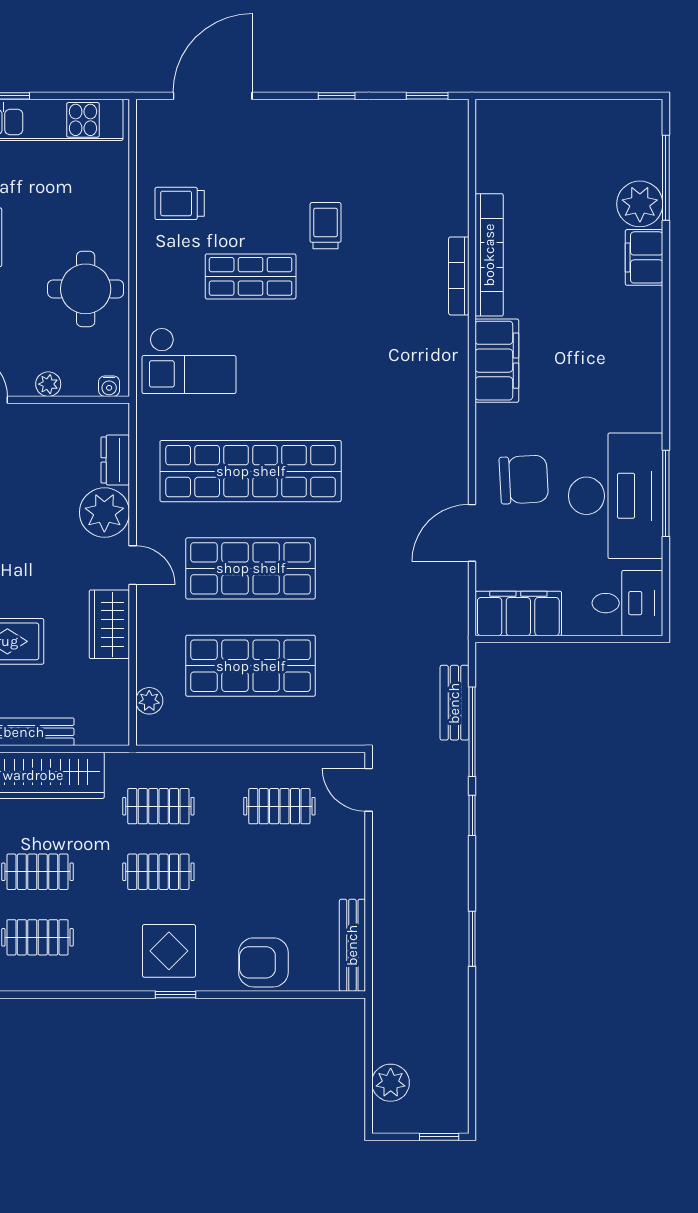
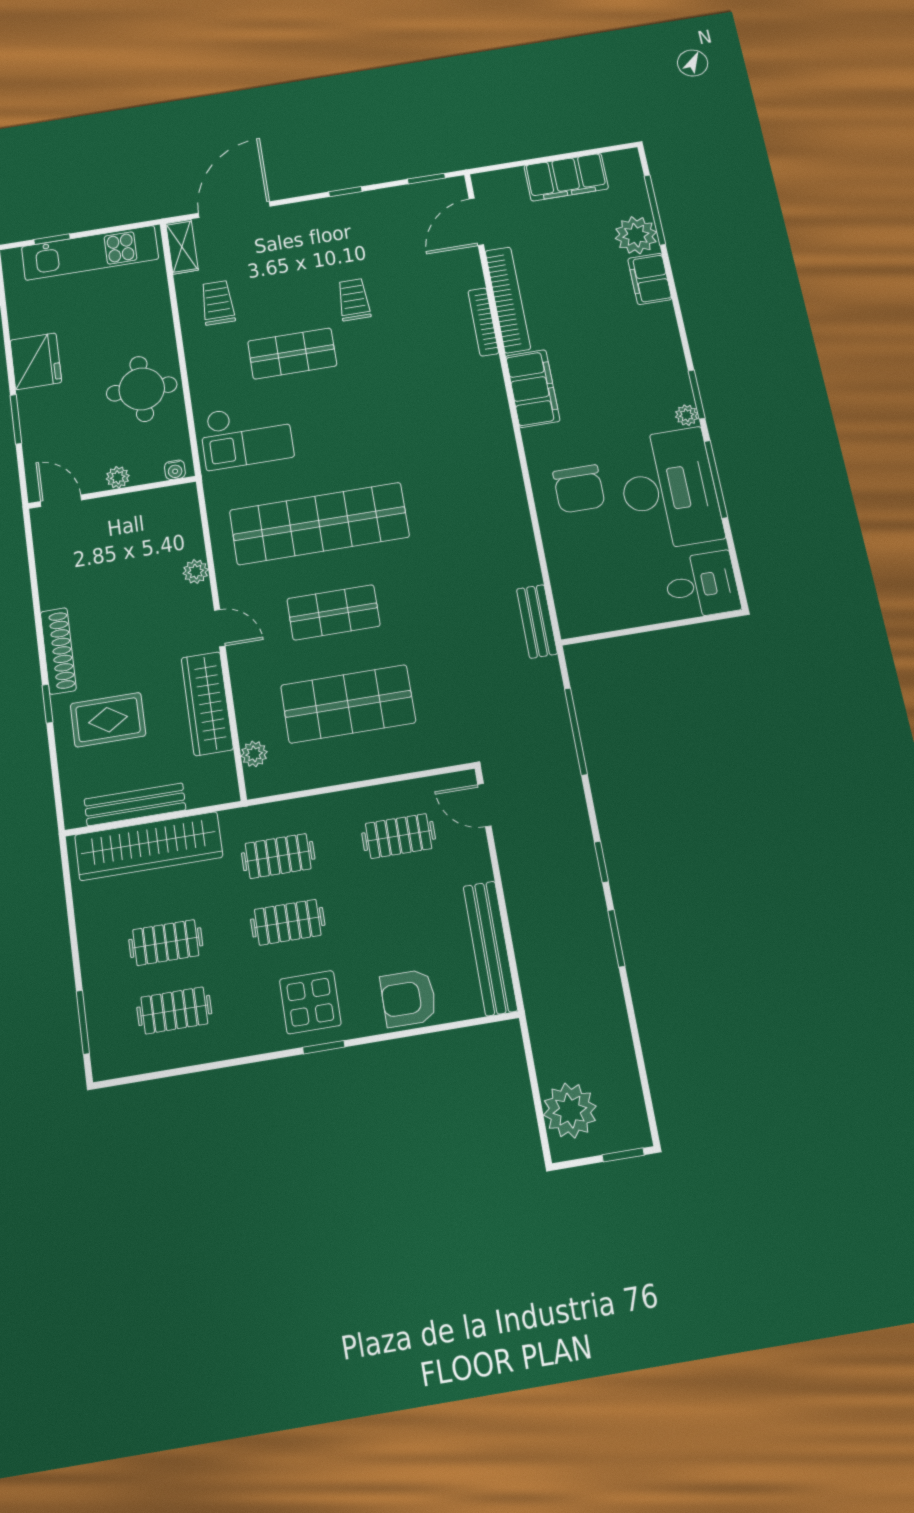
shelving: (150, 130) -> (182, 247), added
trolley: (180, 203) -> (218, 303), turned 90
window: (666, 397) -> (697, 394), added
plant: (651, 418) -> (687, 415), added
dresser: (115, 460) -> (190, 535), removed
chair: (524, 480) -> (579, 489), turned 93
plant: (104, 513) -> (196, 572), width x0.53, depth x0.53
door: (472, 533) -> (476, 222), moved
shop shelf: (251, 568) -> (333, 612), width x0.70, depth x0.74
filing cabinet: (518, 613) -> (566, 177), moved, turned 180
wardrobe: (109, 624) -> (207, 703), width x1.50
bench: (454, 703) -> (537, 621), moved
window: (472, 815) -> (601, 862), moved
bench: (352, 945) -> (490, 948), width x1.37, depth x1.21
plant: (391, 1083) -> (570, 1111), width x1.36, depth x1.36

